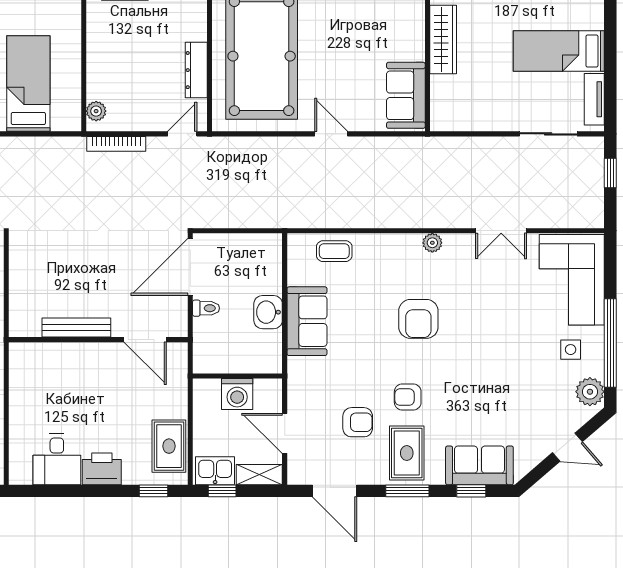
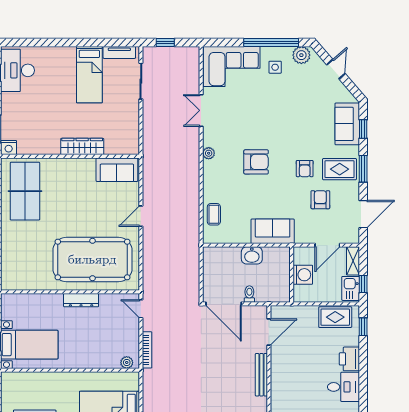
dresser: (196, 70) -> (81, 300), moved
double door: (501, 231) -> (201, 110), swing flipped
sofa: (307, 321) -> (273, 231), moved

